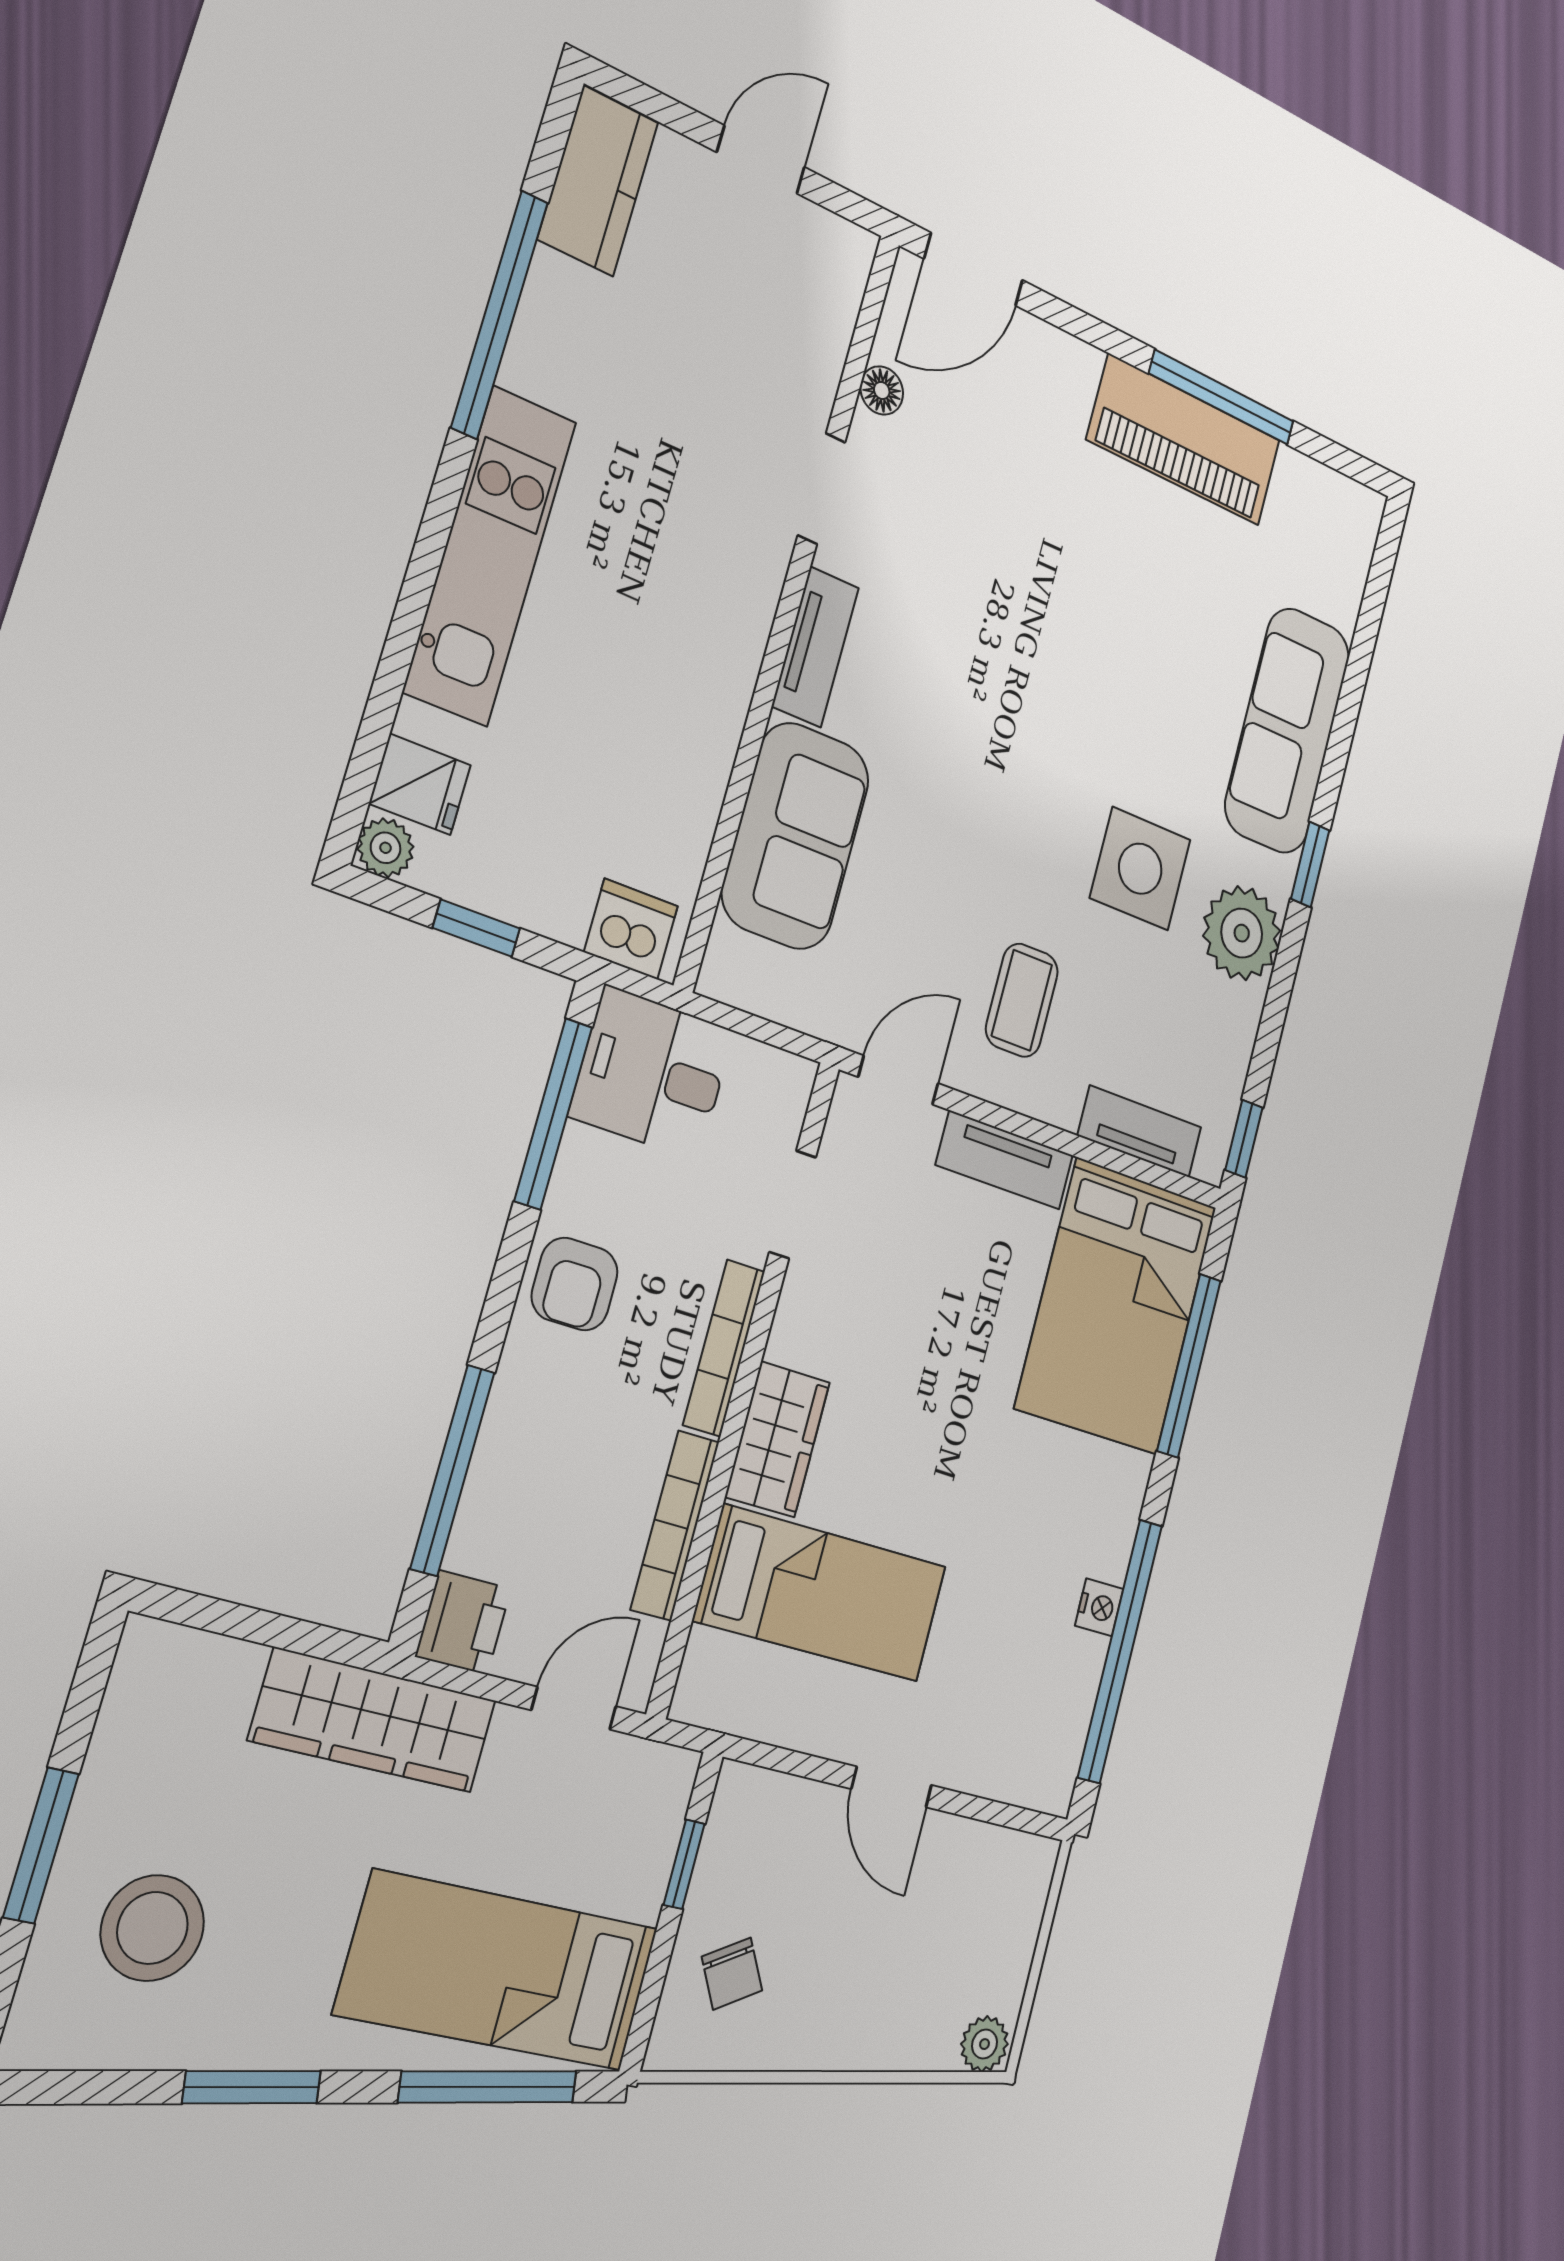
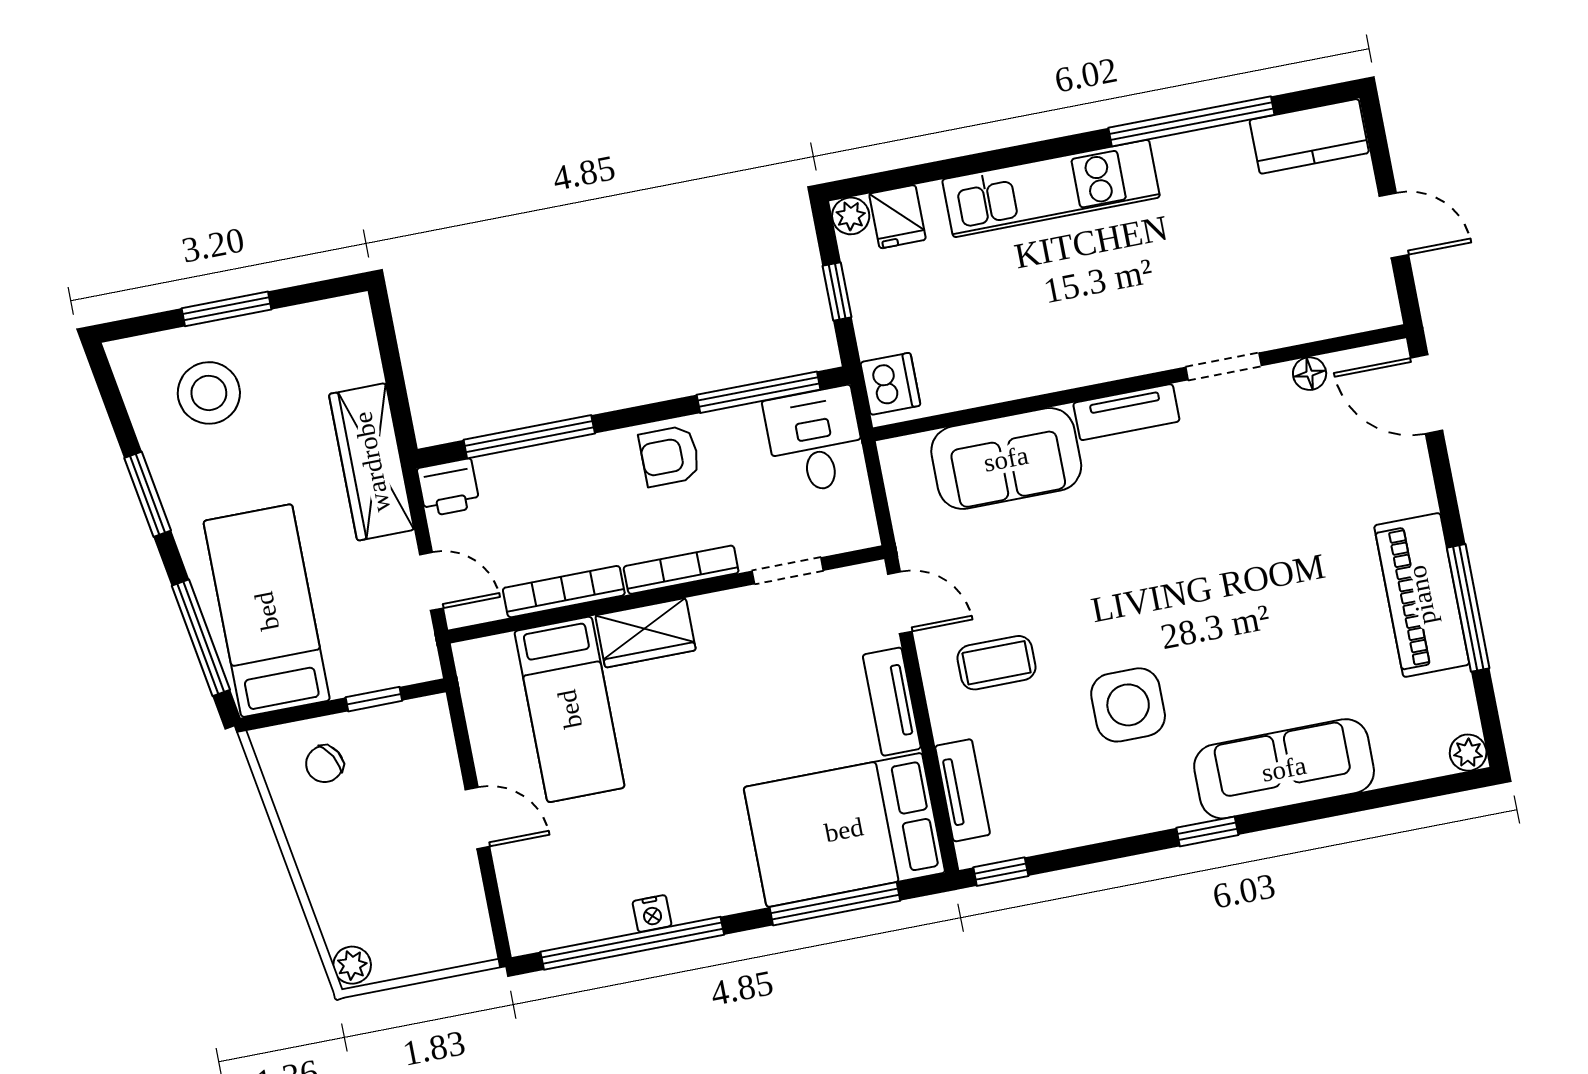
plant: (1242, 933) -> (1468, 753), moved, width x0.53, depth x0.53
door: (892, 1787) -> (477, 818), swing flipped

